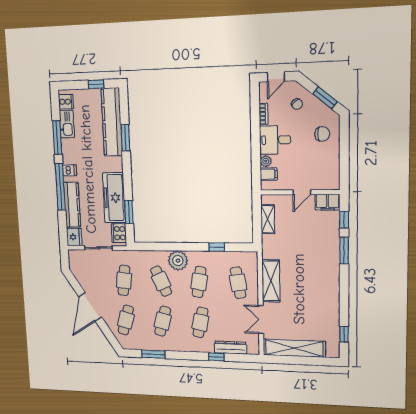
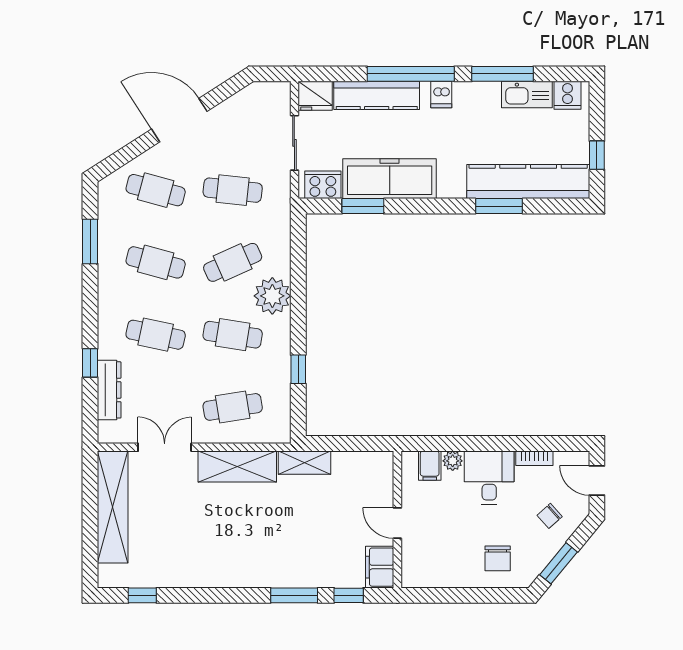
shelving: (268, 219) -> (304, 463), moved

